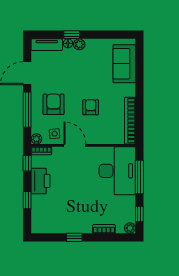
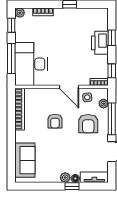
plant: (36, 139) -> (104, 104), moved
printer: (41, 181) -> (100, 43), moved

